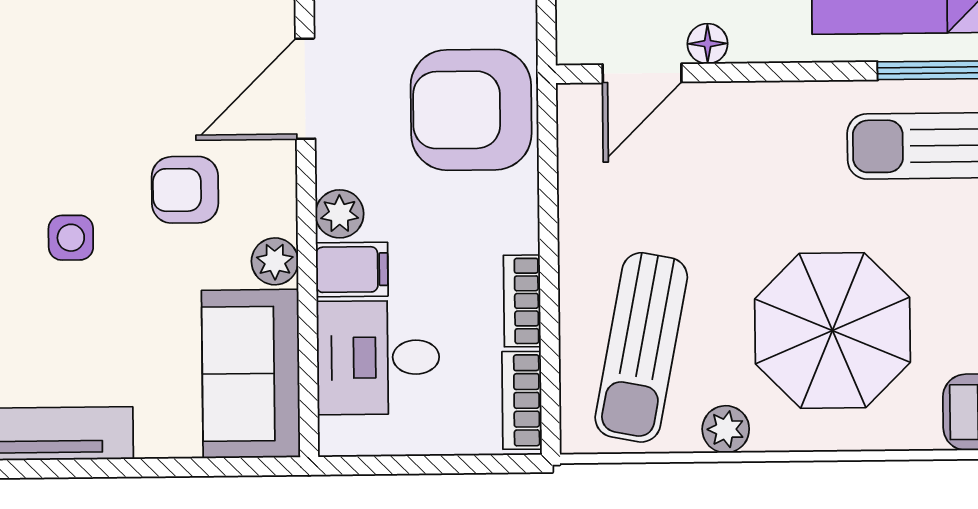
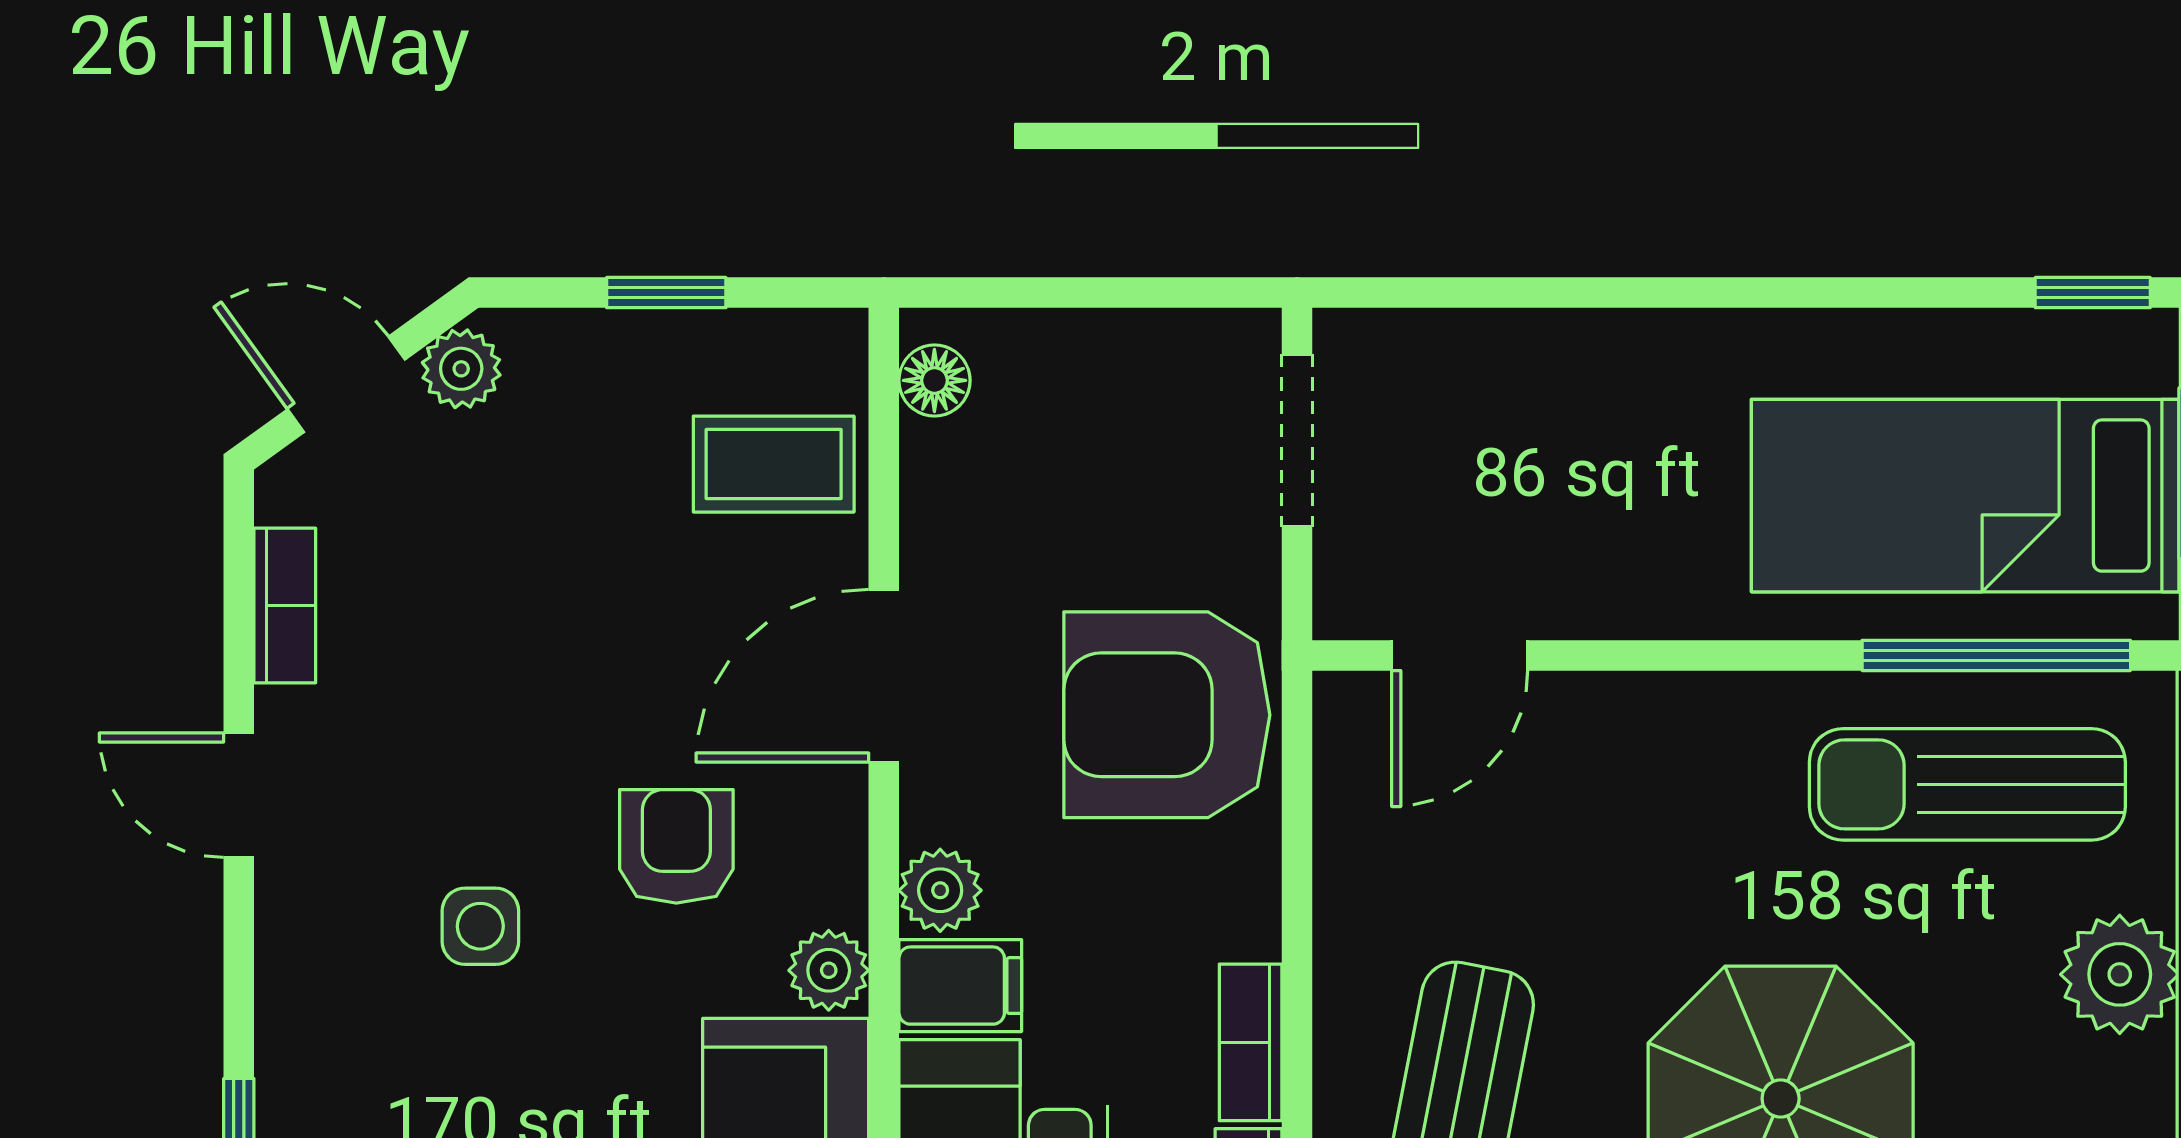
floor lamp: (708, 44) -> (1572, 606), removed
armchair: (185, 190) -> (676, 846), turned 90

